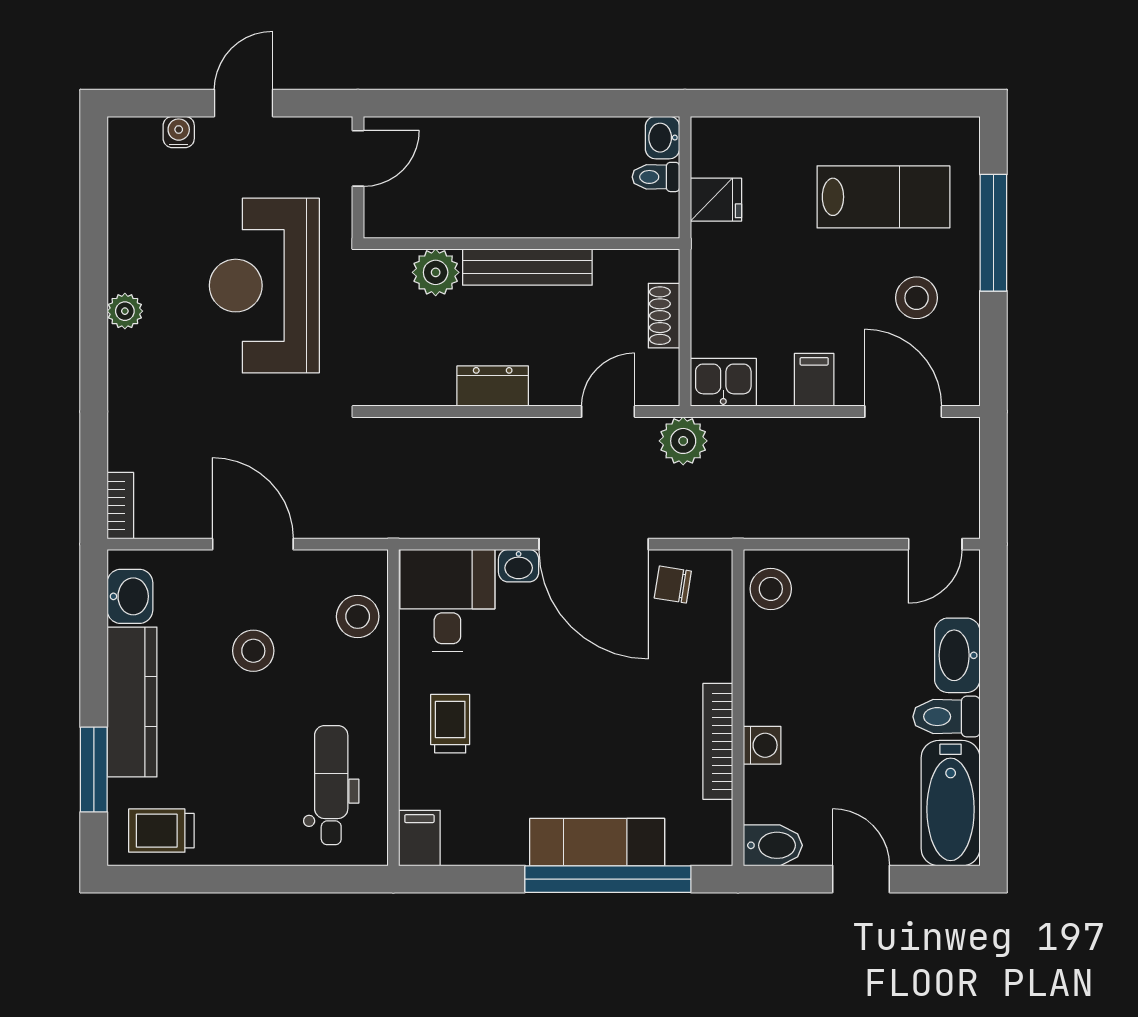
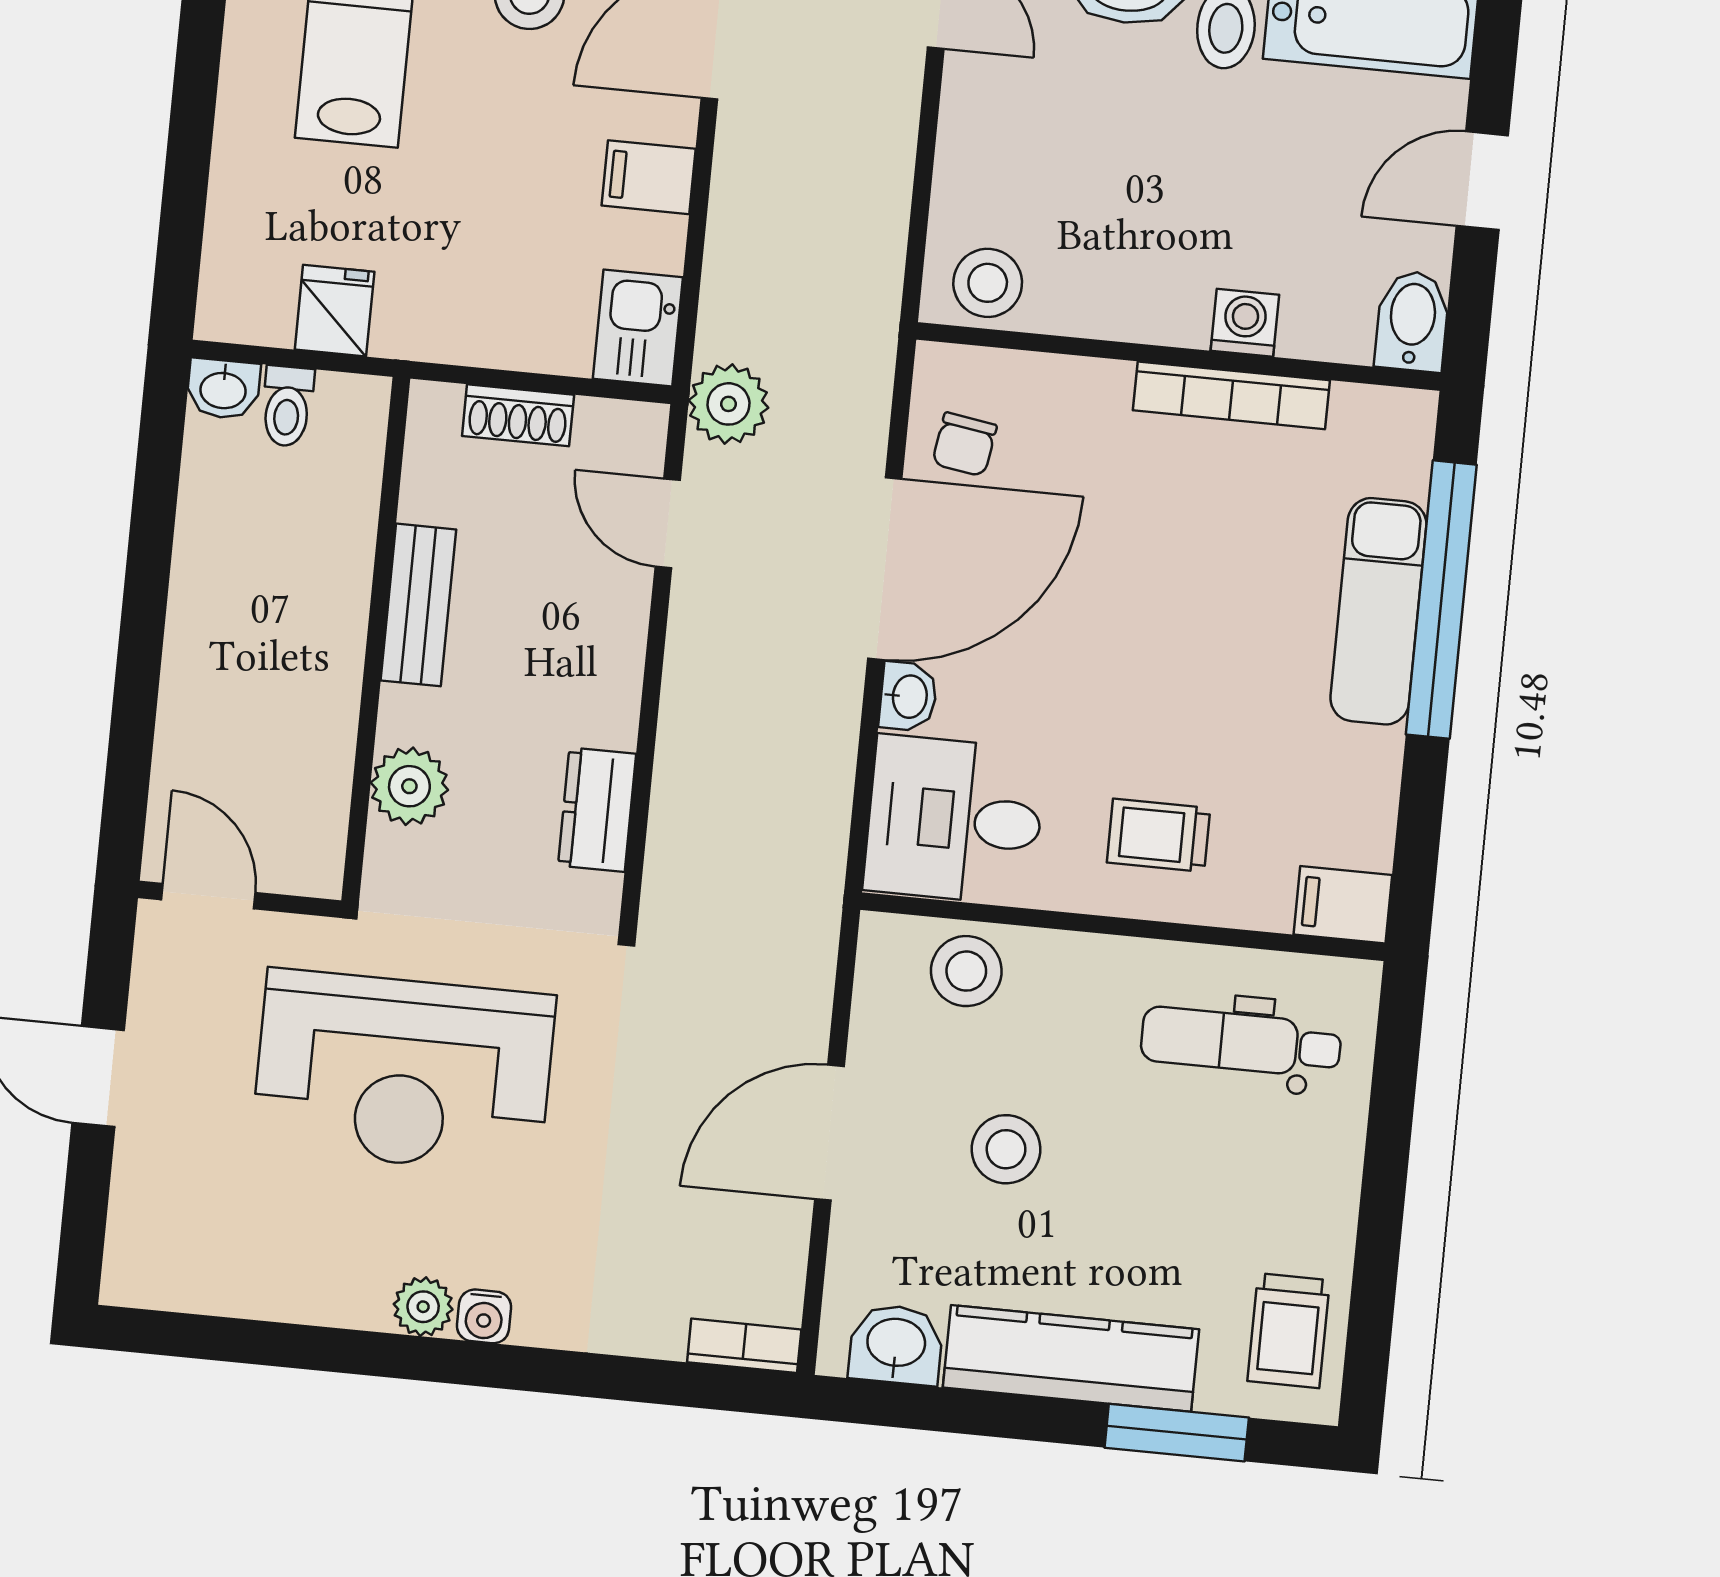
water cooler: (179, 132) -> (484, 1316), moved, turned -90
bench: (527, 267) -> (418, 605), width x0.73
dresser: (493, 386) -> (597, 810), moved

